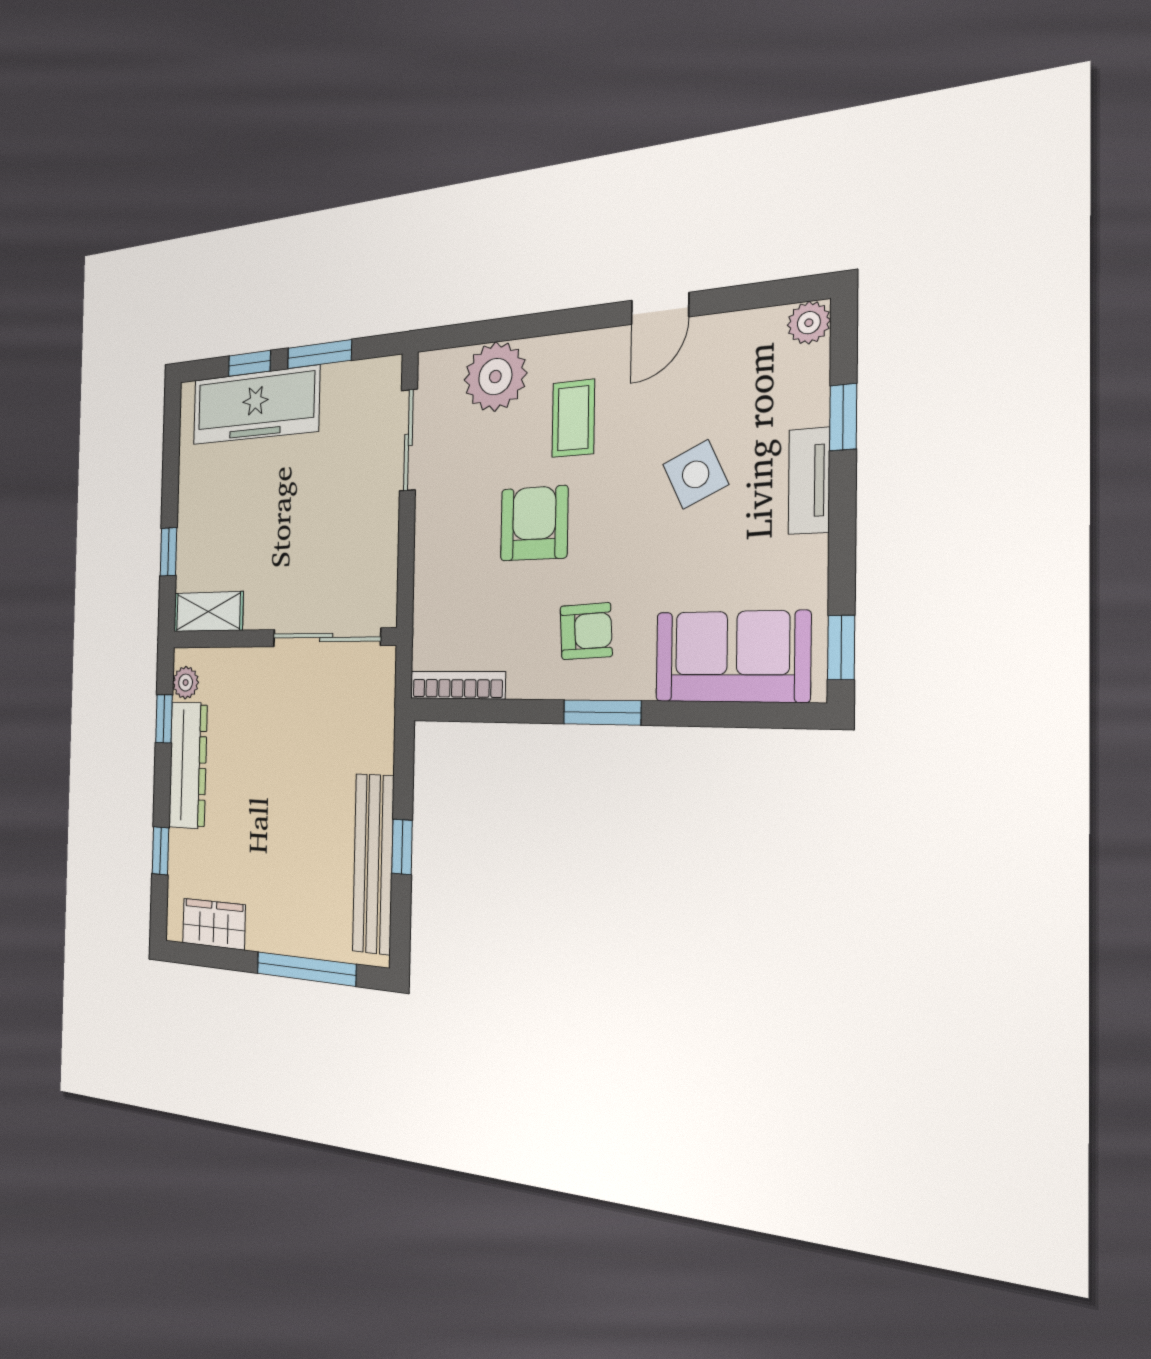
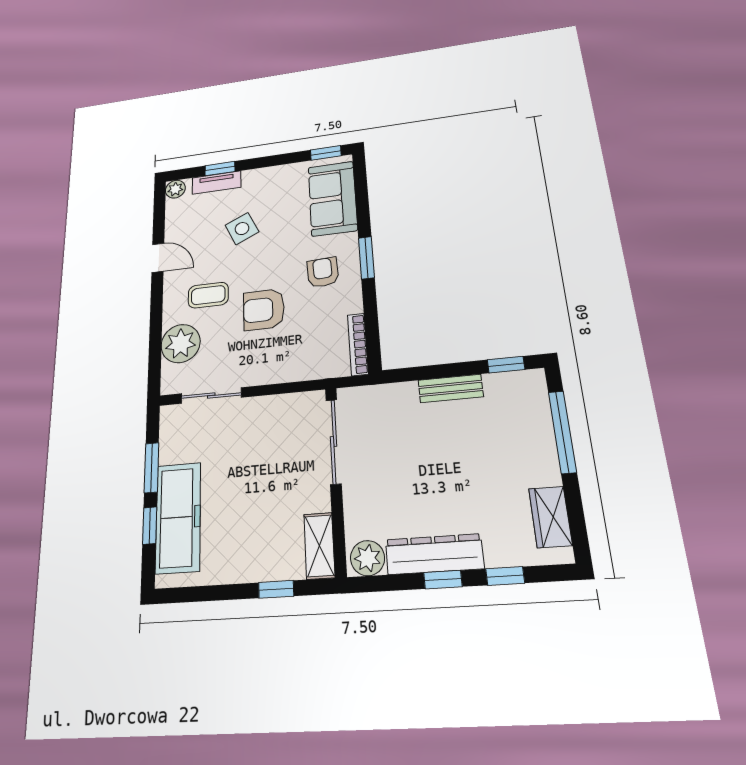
tv unit: (809, 481) -> (216, 183), moved
plant: (186, 683) -> (368, 558), width x1.38, depth x1.38
window: (164, 719) -> (443, 580), moved
window: (402, 847) -> (506, 365), moved
bench: (373, 864) -> (451, 388), width x0.54, depth x0.82

